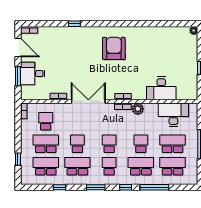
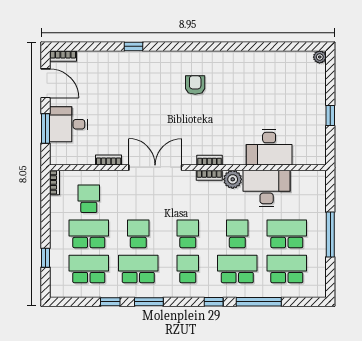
armchair: (114, 48) -> (195, 85), width x0.53, depth x0.53
desk: (173, 115) -> (267, 188), moved
window: (96, 187) -> (149, 302), moved

